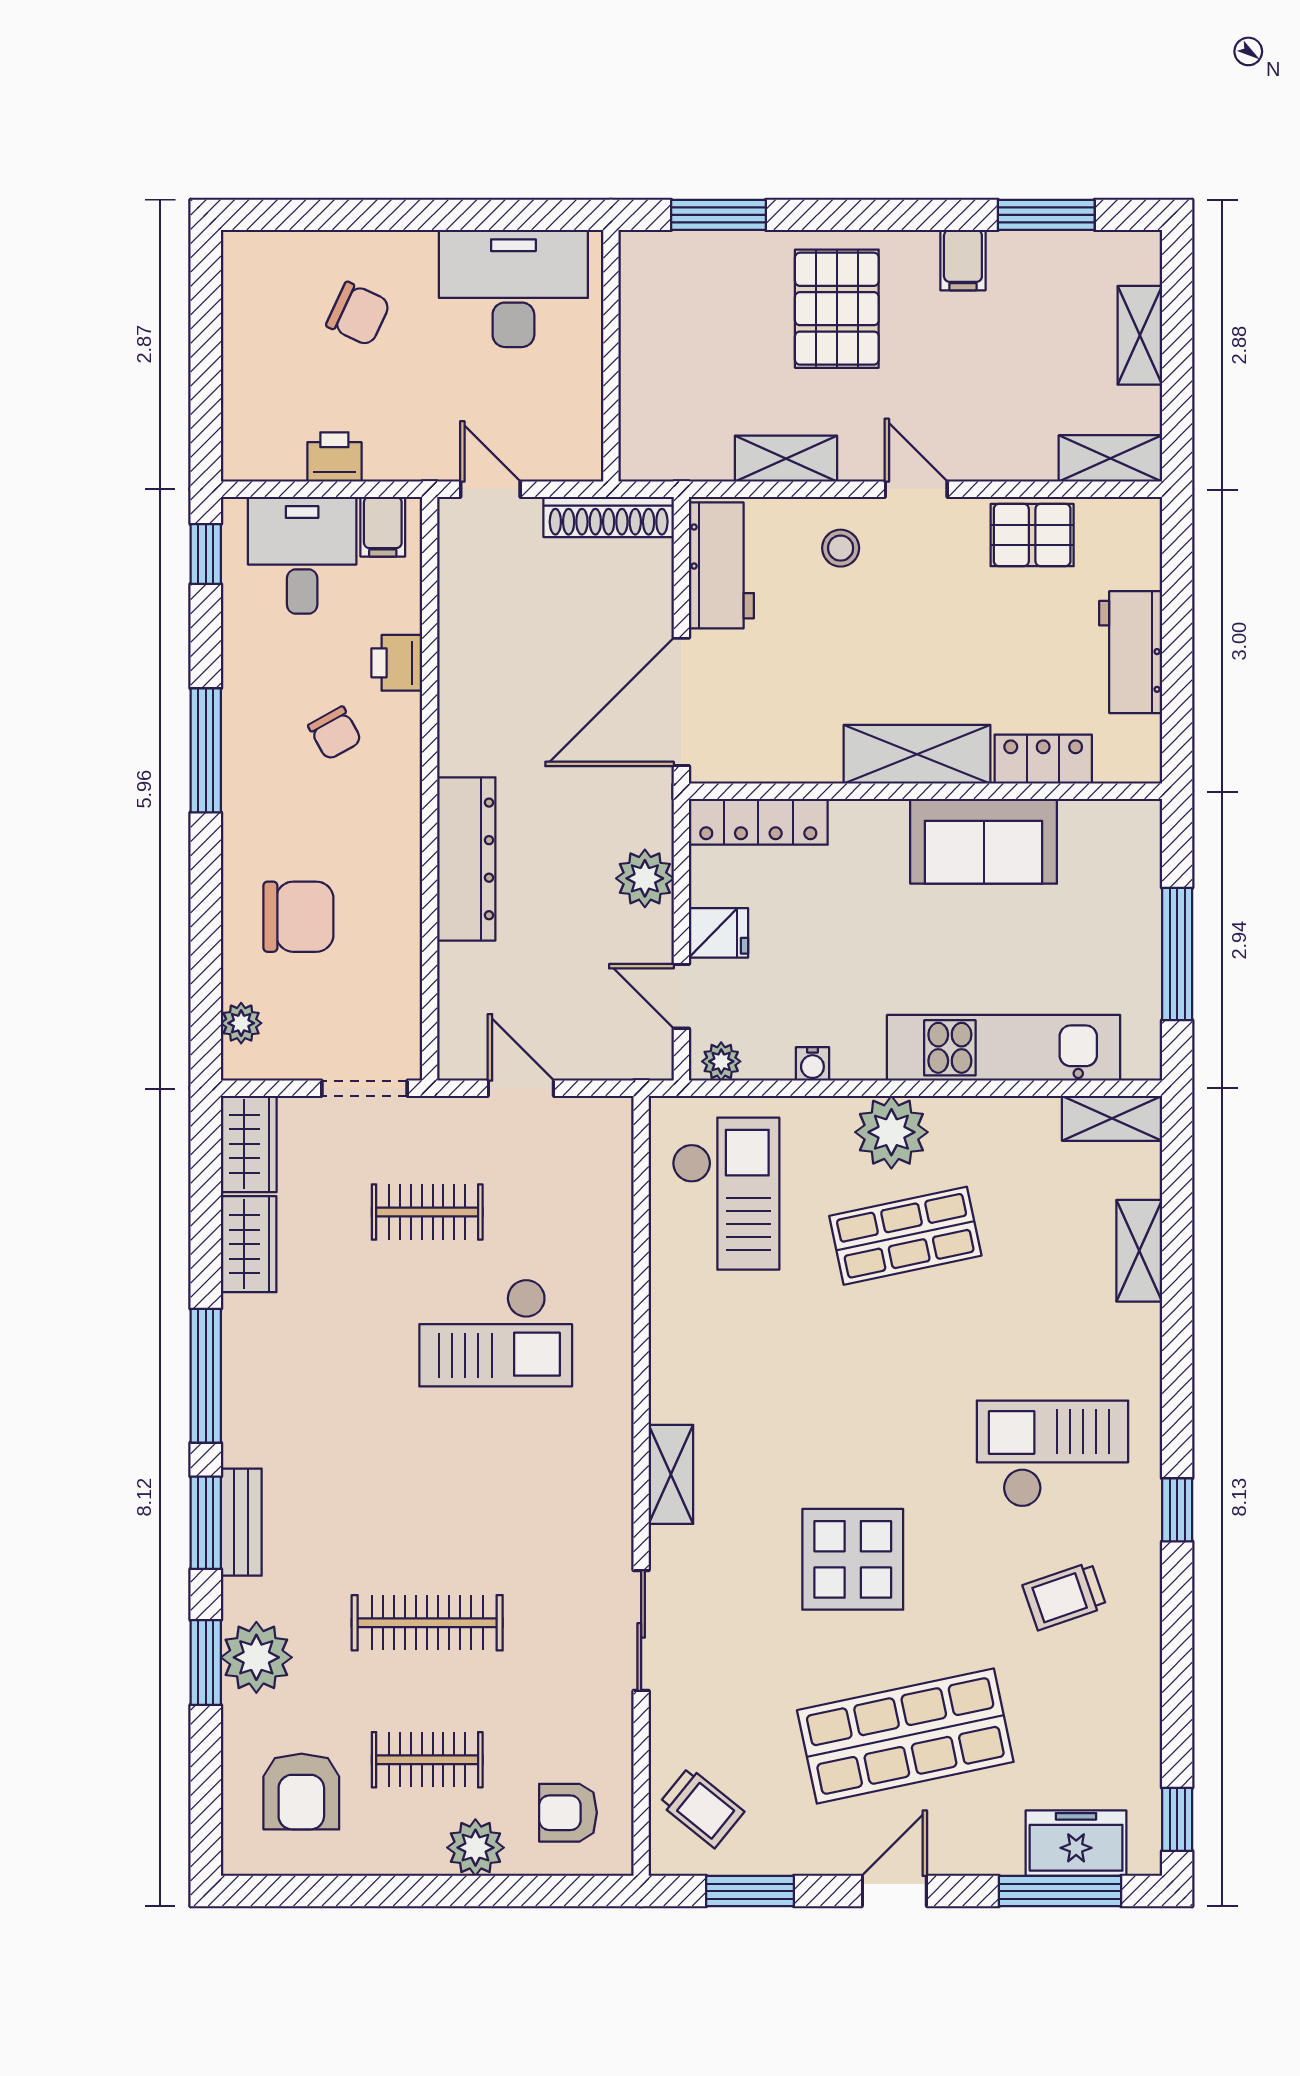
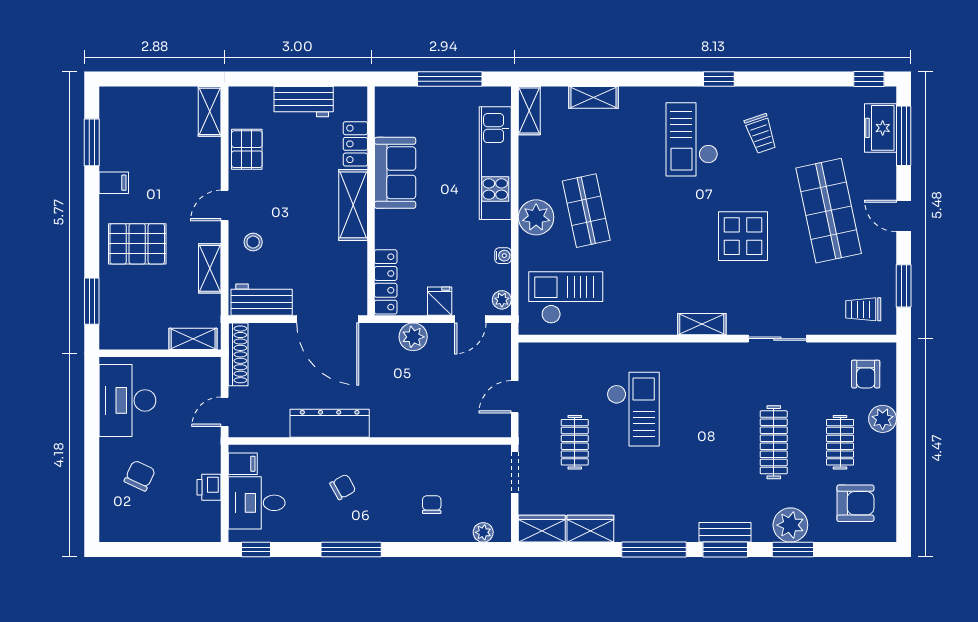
shelving: (1140, 335) -> (193, 339), moved
printer: (397, 663) -> (309, 457), removed
dresser: (466, 859) -> (330, 423), moved
chair: (298, 917) -> (432, 505), width x0.54, depth x0.54
trolley: (702, 1808) -> (863, 309), turned -129

